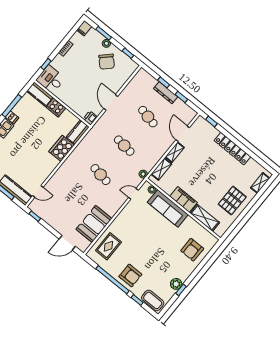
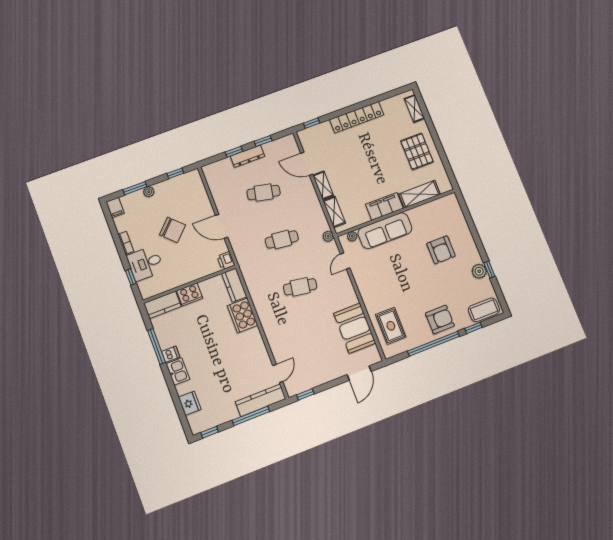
chair: (107, 62) -> (173, 230), moved
desk: (51, 79) -> (145, 263), moved
armchair: (192, 250) -> (441, 250), moved

